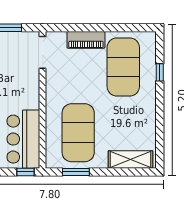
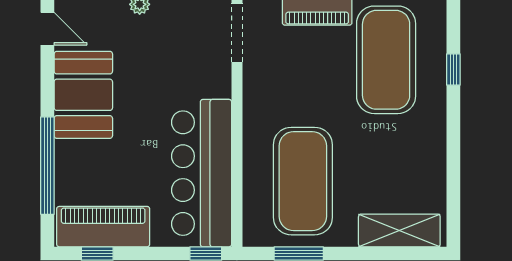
bar counter: (23, 139) -> (202, 173), width x1.36

